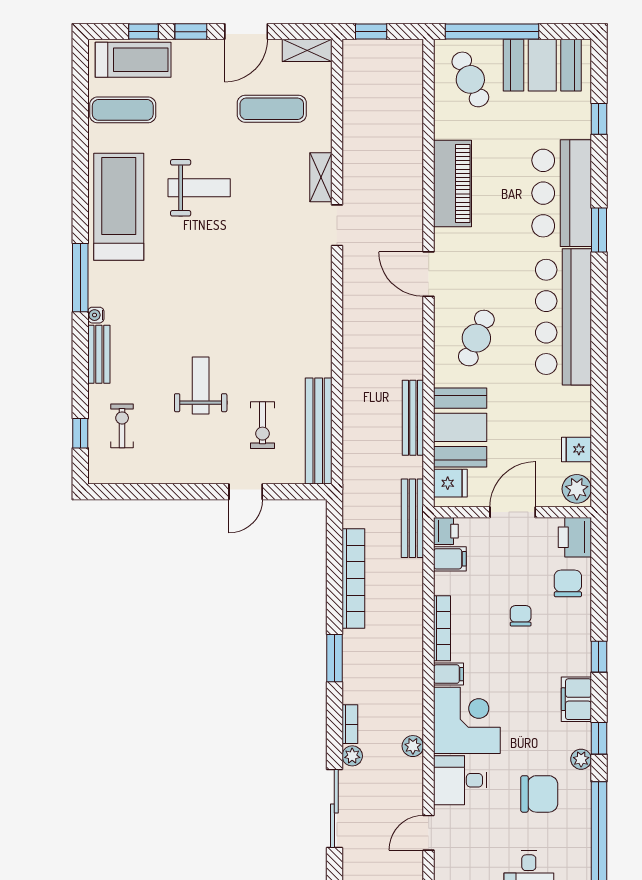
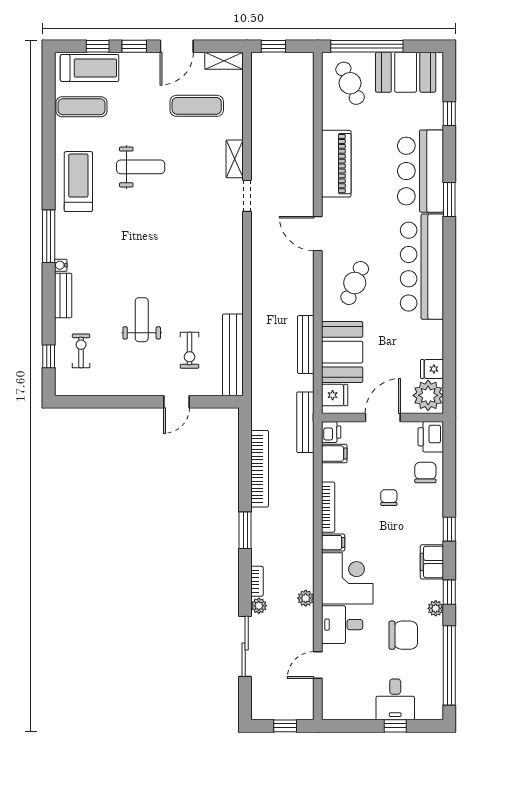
treadmill: (119, 207) -> (78, 182), width x0.73, depth x0.73
plant: (577, 489) -> (428, 395), width x1.36, depth x1.36

